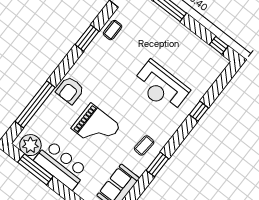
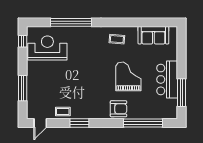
reception desk: (161, 87) -> (47, 48), moved, turned -90
window: (199, 111) -> (71, 22), width x3.17
plant: (30, 145) -> (169, 107), removed
window: (157, 164) -> (122, 22), removed

